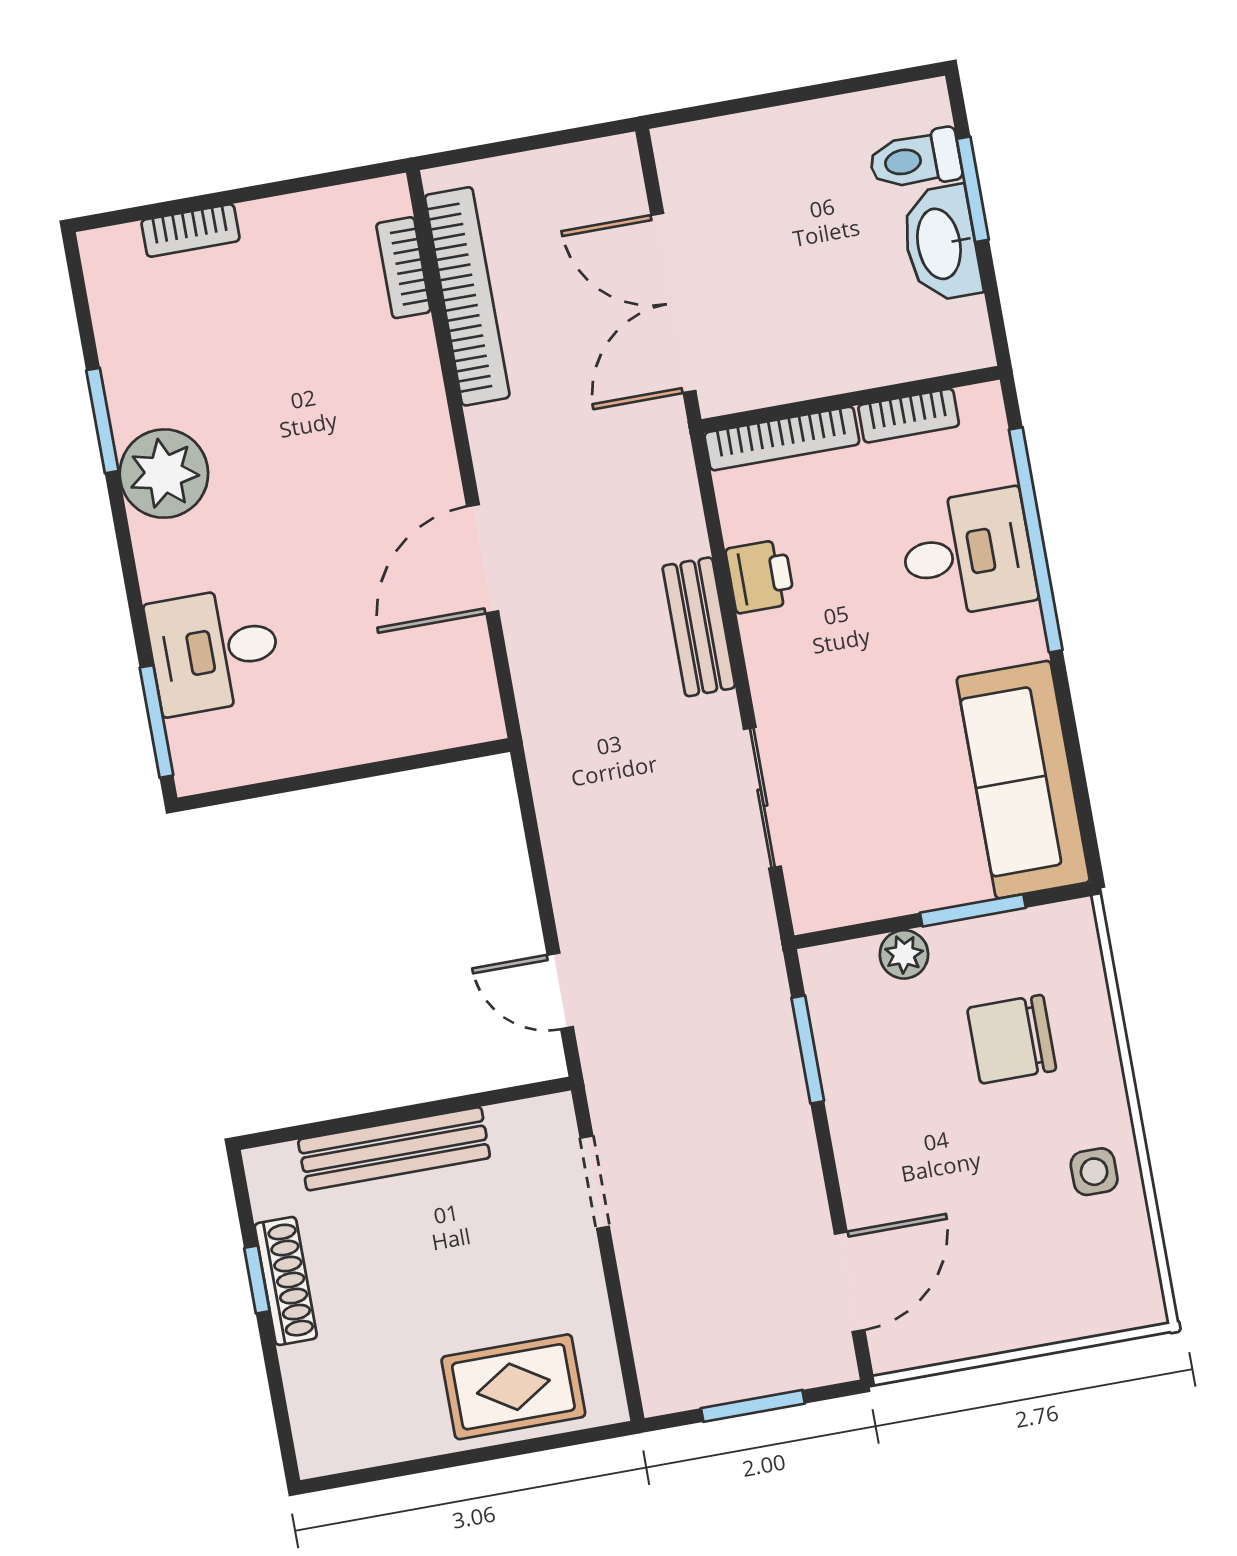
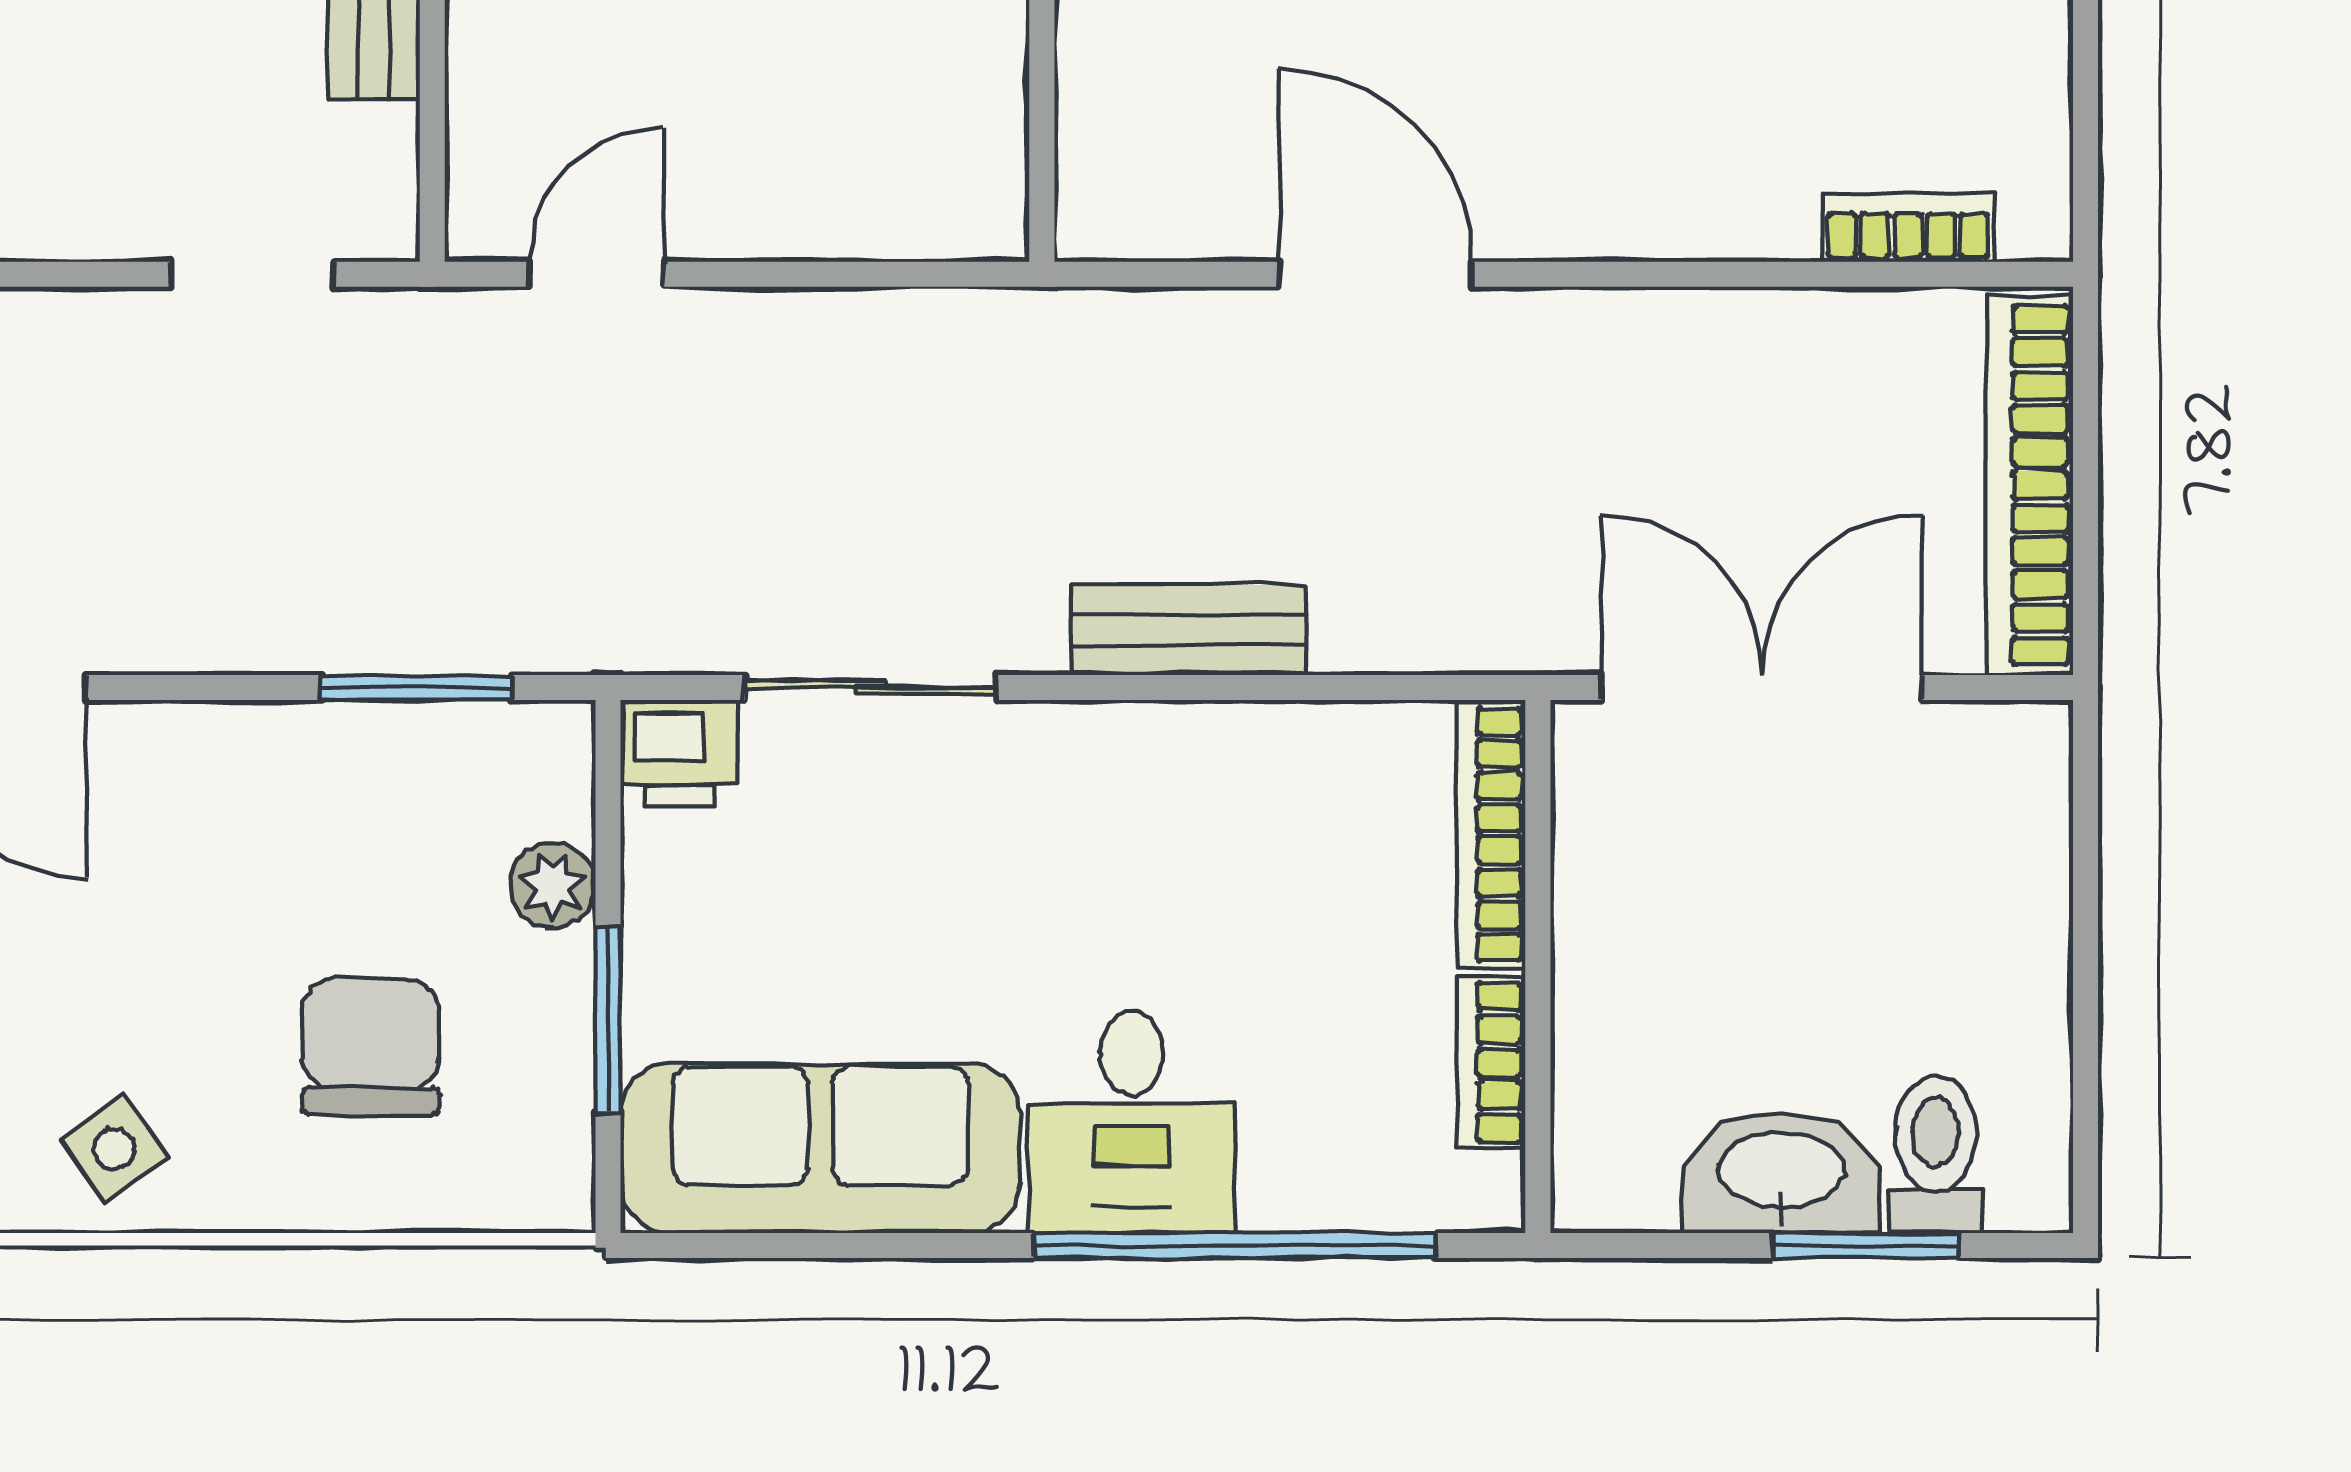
bookcase: (467, 296) -> (2030, 485), moved, turned 90
desk: (967, 553) -> (1132, 1122), moved
printer: (760, 576) -> (679, 753), moved
side table: (1094, 1172) -> (114, 1149), turned -35

